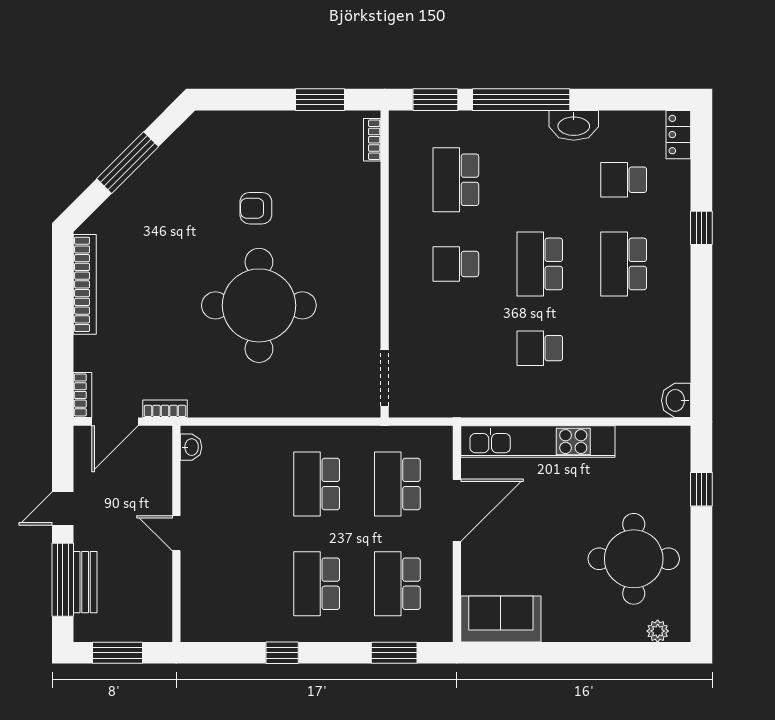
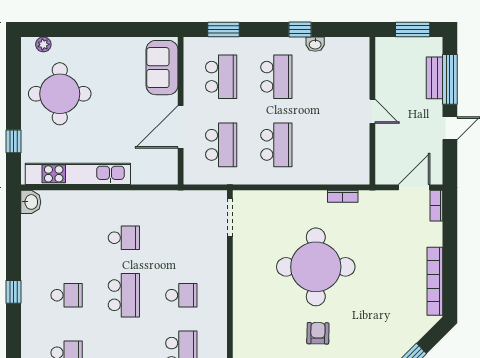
armchair: (256, 208) -> (318, 333), turned -89
window: (701, 228) -> (13, 292), moved
school desk: (624, 264) -> (67, 295), width x0.54
bookcase: (165, 409) -> (343, 196), moved
kitchen unit: (538, 442) -> (78, 174), moved
washbasin: (191, 447) -> (315, 44), moved, turned -90
sofa: (501, 619) -> (162, 68), moved, turned 90

